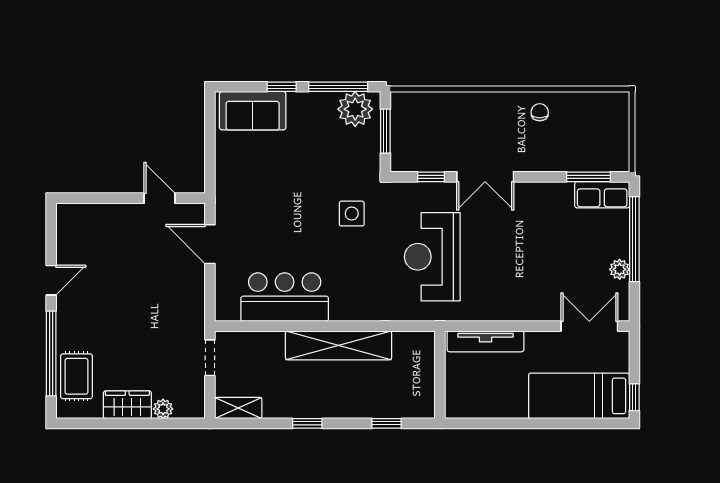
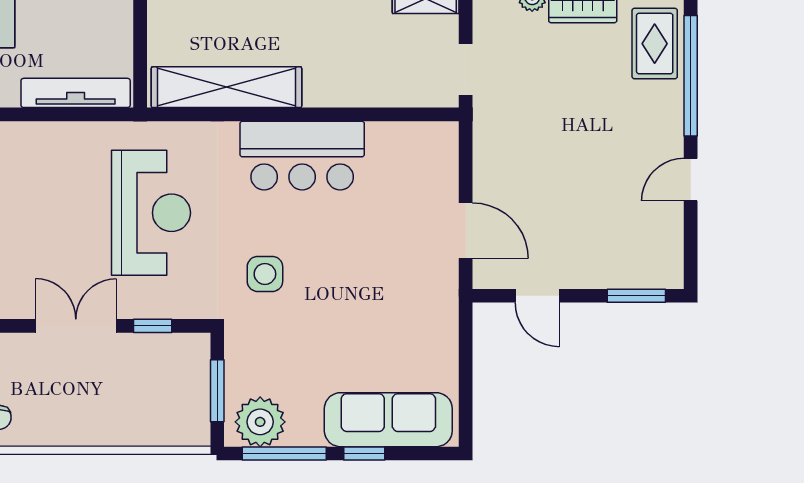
sofa: (253, 111) -> (388, 420), width x1.36
window: (89, 198) -> (636, 296), added
bar counter: (285, 297) -> (302, 156), moved
shelving: (339, 345) -> (226, 87), moved

